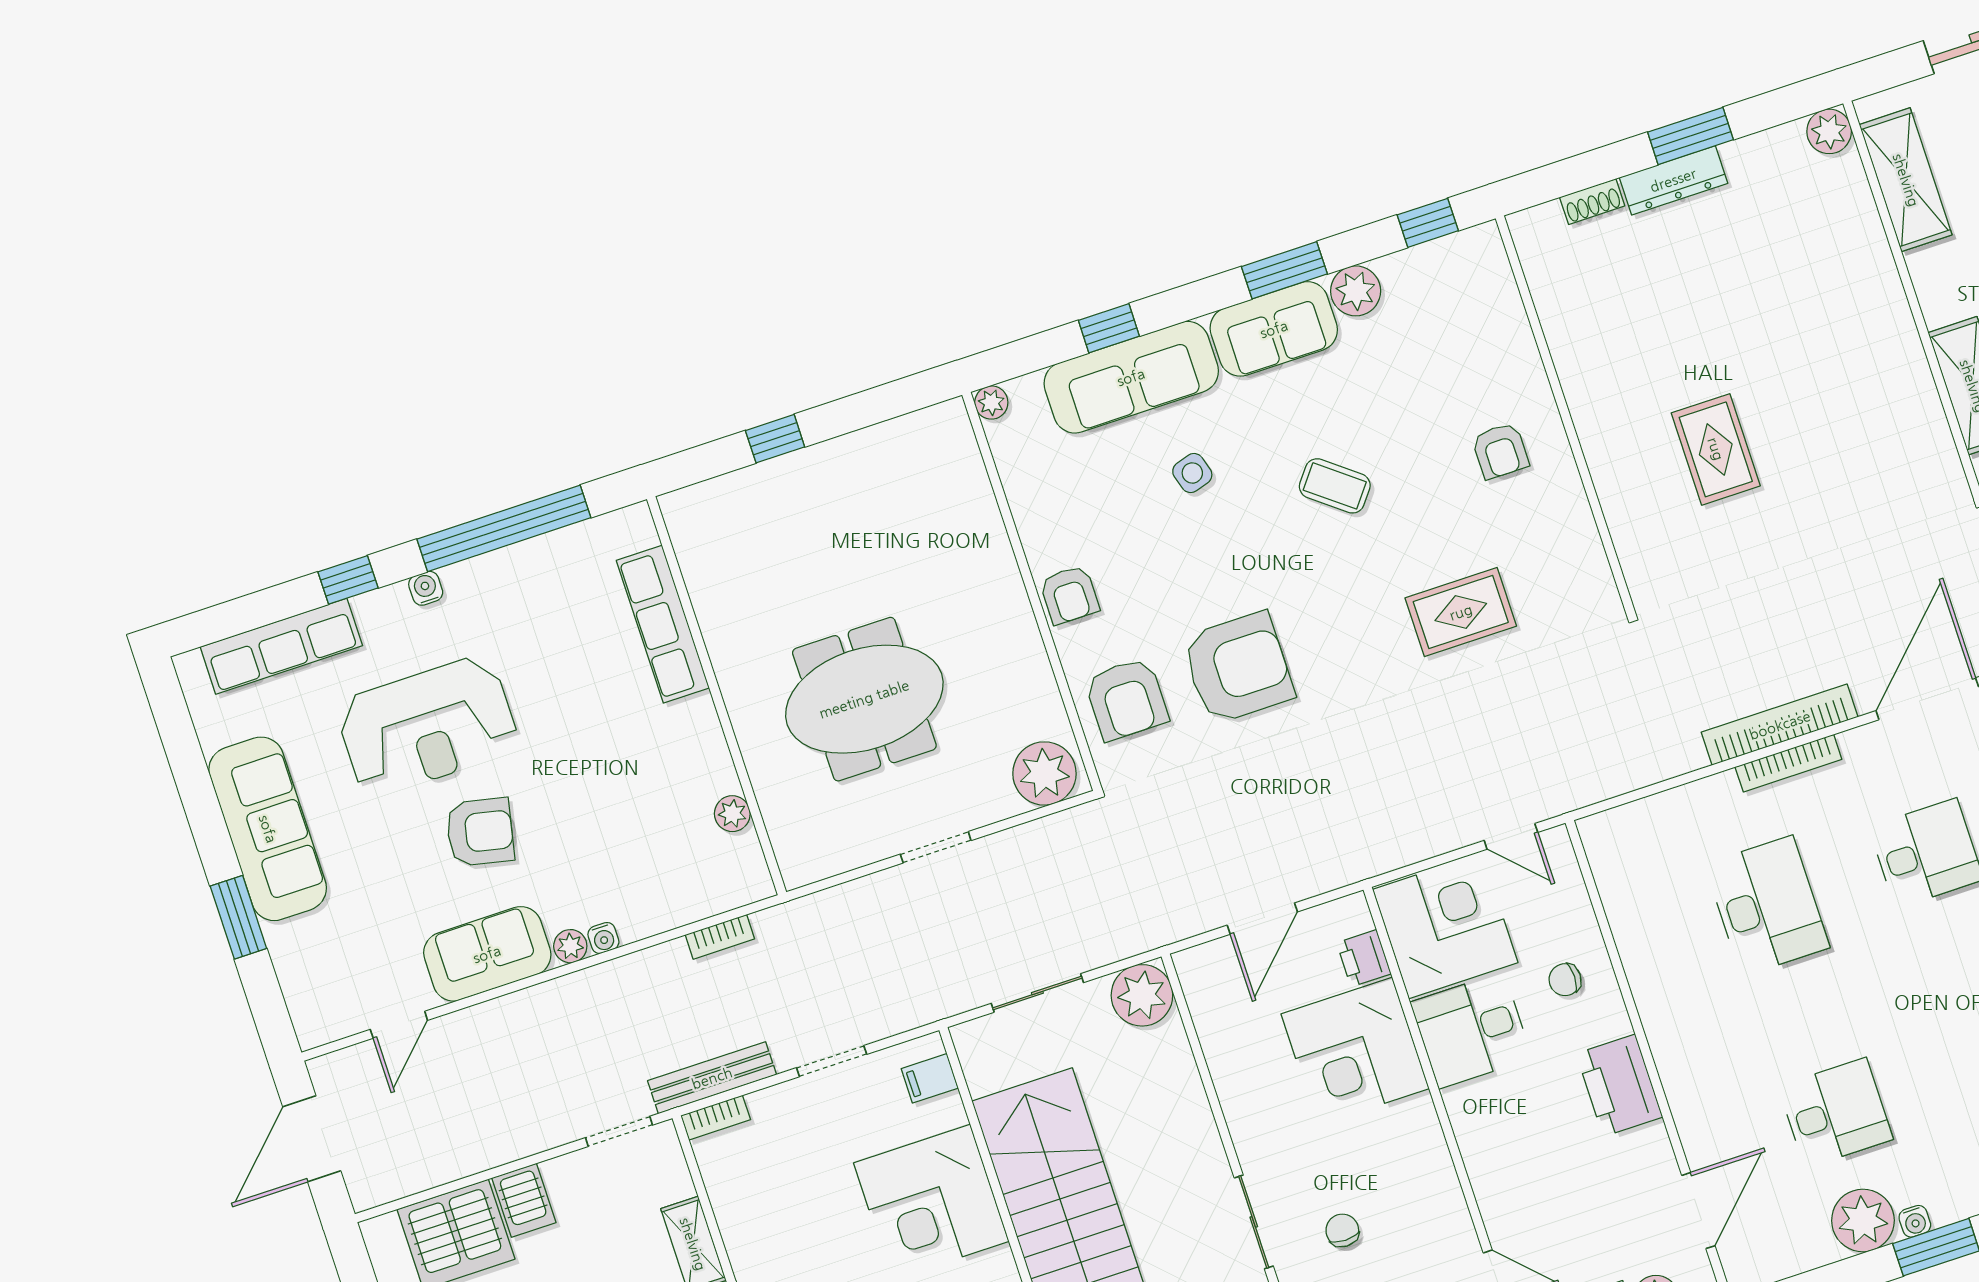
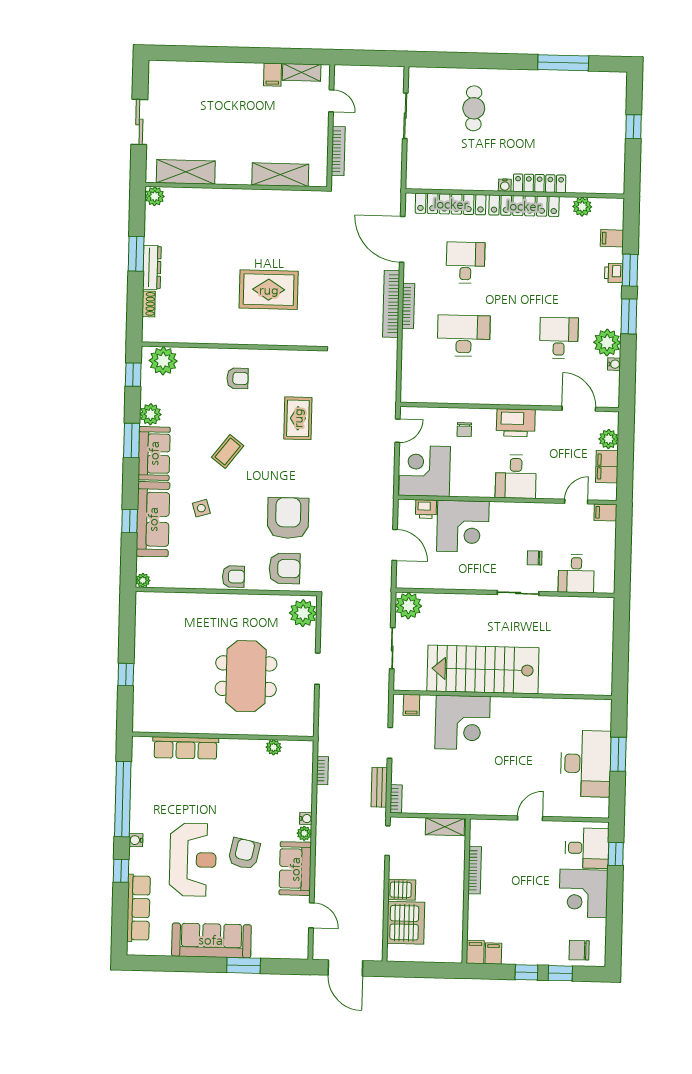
plant: (1481, 277) -> (163, 361), added
rug: (1716, 449) -> (269, 290), width x1.36, depth x1.43
desk: (1471, 1030) -> (516, 477), moved
bench: (712, 1078) -> (379, 787), width x0.73
water cooler: (1915, 1221) -> (614, 364), moved

